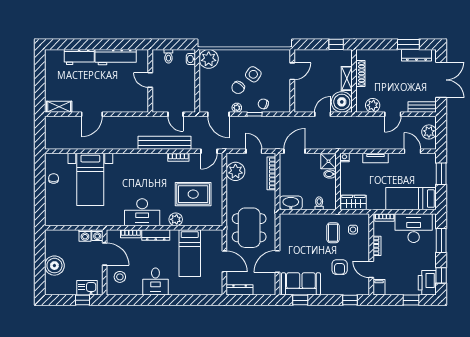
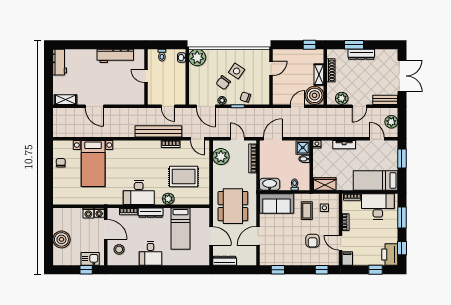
window: (408, 44) -> (354, 45), moved
dresser: (416, 55) -> (361, 54), moved
workbench: (79, 57) -> (60, 62), moved, turned -90
door: (92, 114) -> (94, 106), hinge flipped
door: (209, 151) -> (198, 139), hinge flipped
sofa: (301, 284) -> (277, 204), moved, turned 180

